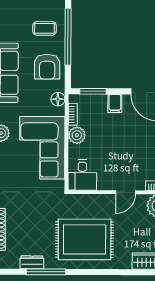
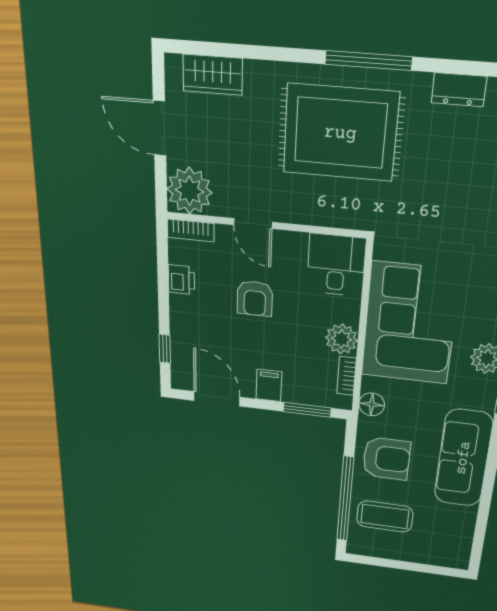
coffee table: (44, 28) -> (385, 516), width x1.36, depth x1.30
armchair: (47, 67) -> (386, 459), turned 90
armchair: (124, 153) -> (255, 298), added
door: (126, 192) -> (253, 224), swing flipped
window: (46, 272) -> (369, 60), moved

